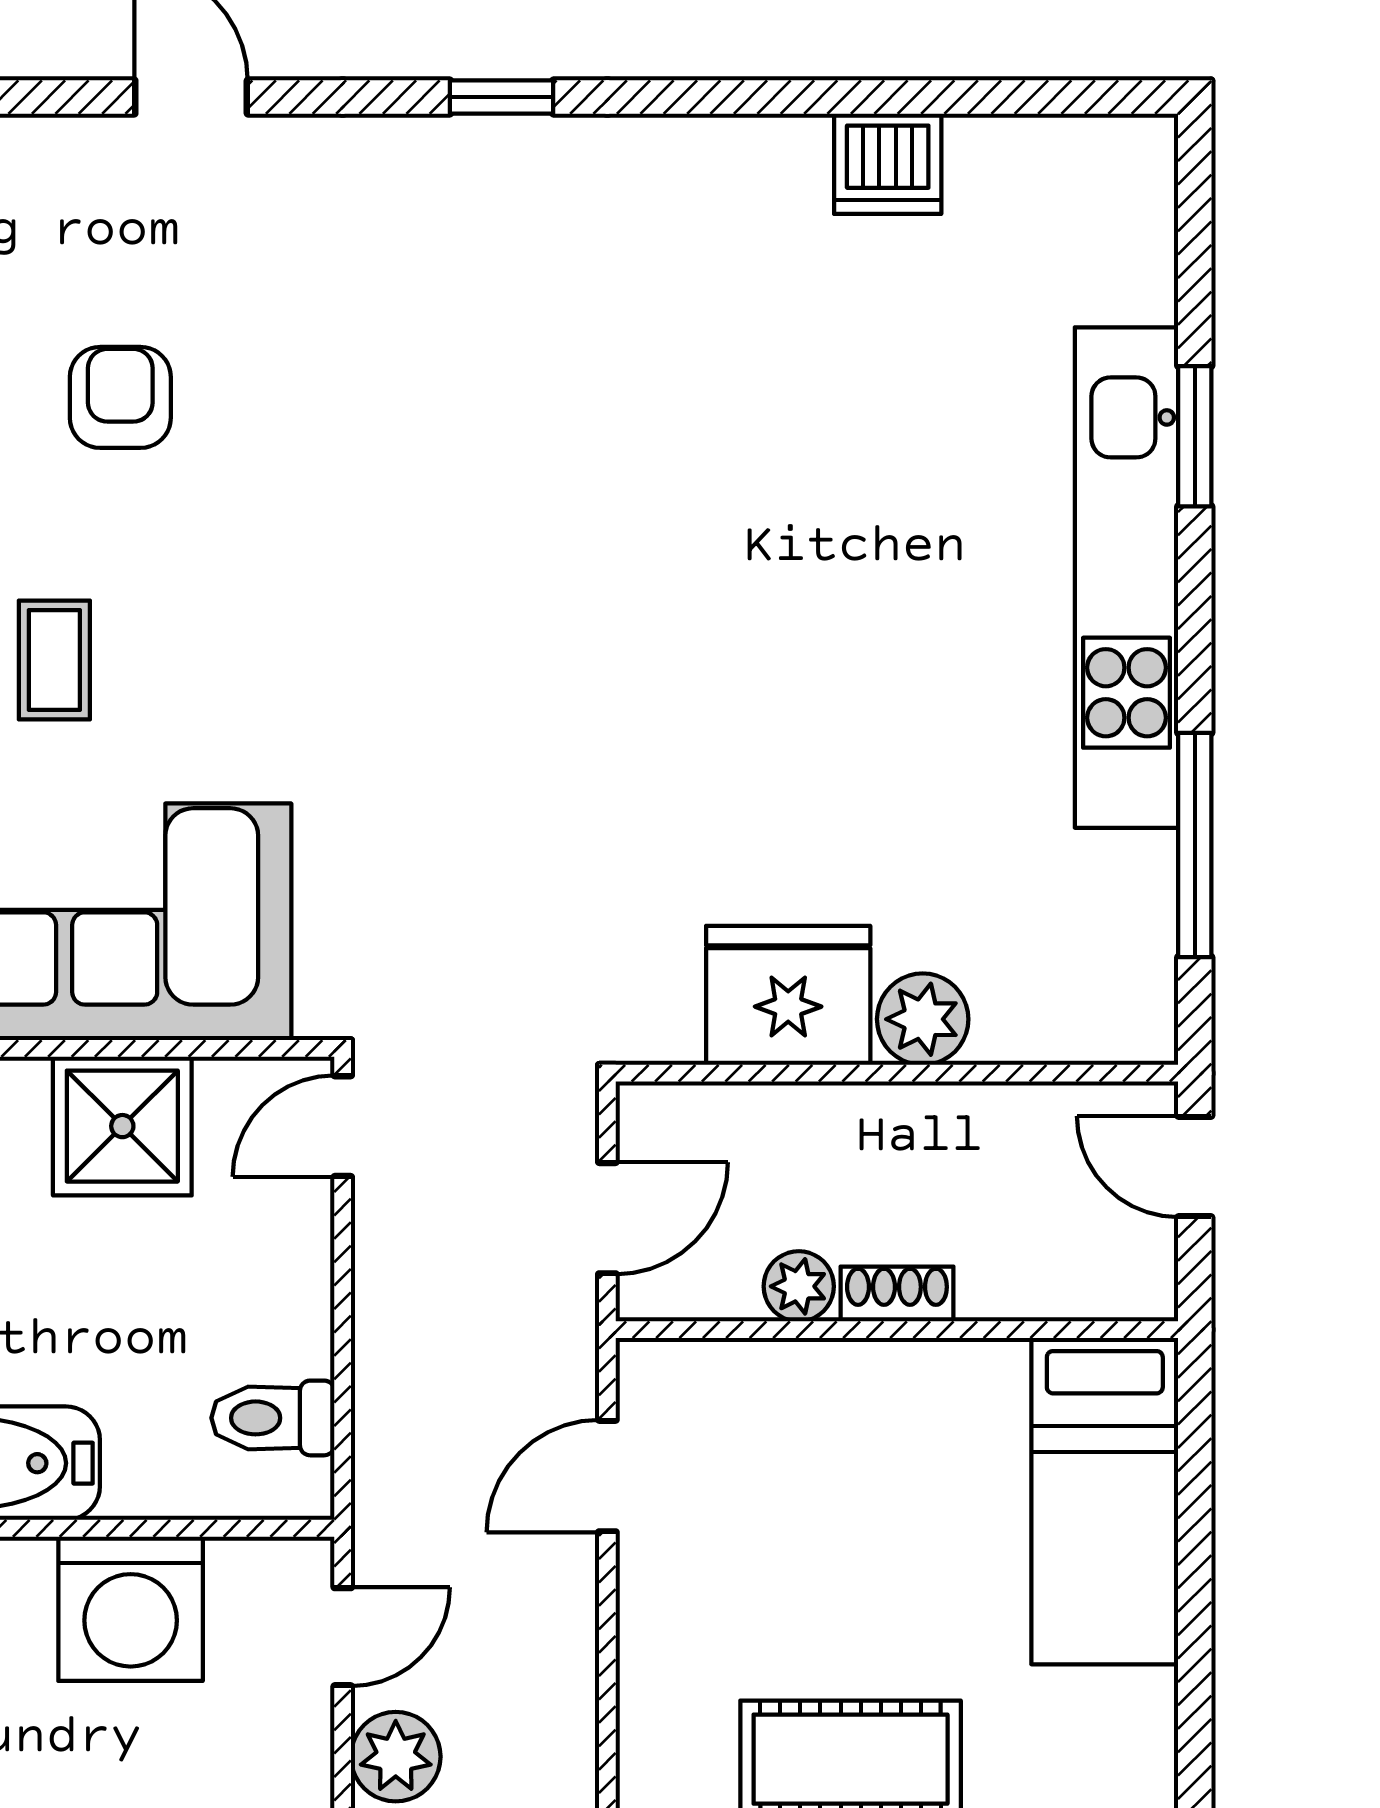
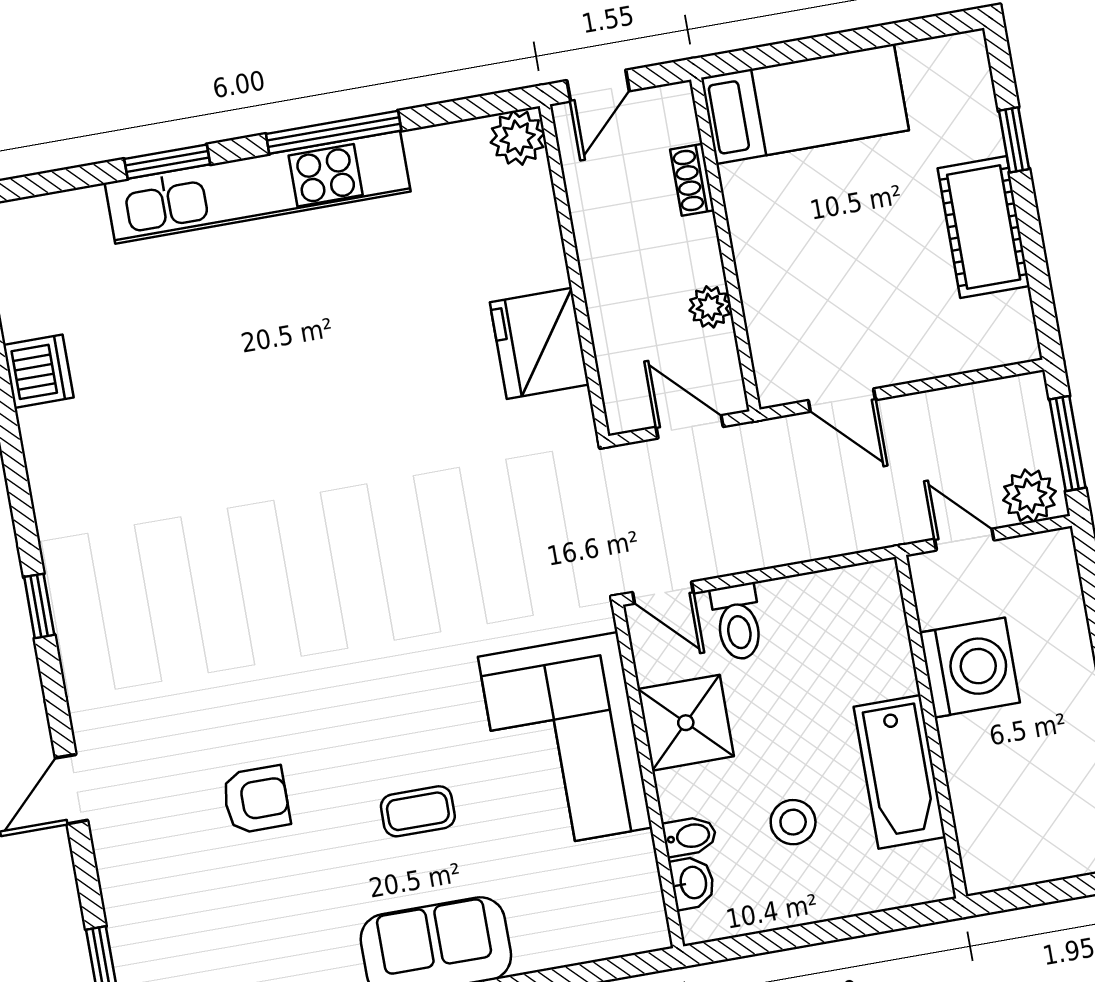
armchair: (120, 397) -> (256, 800), turned 180
window: (1195, 845) -> (334, 132), moved
plant: (923, 1019) -> (518, 138), moved
shoe rack: (897, 1294) -> (692, 180), moved
toilet: (273, 1418) -> (738, 622), moved

